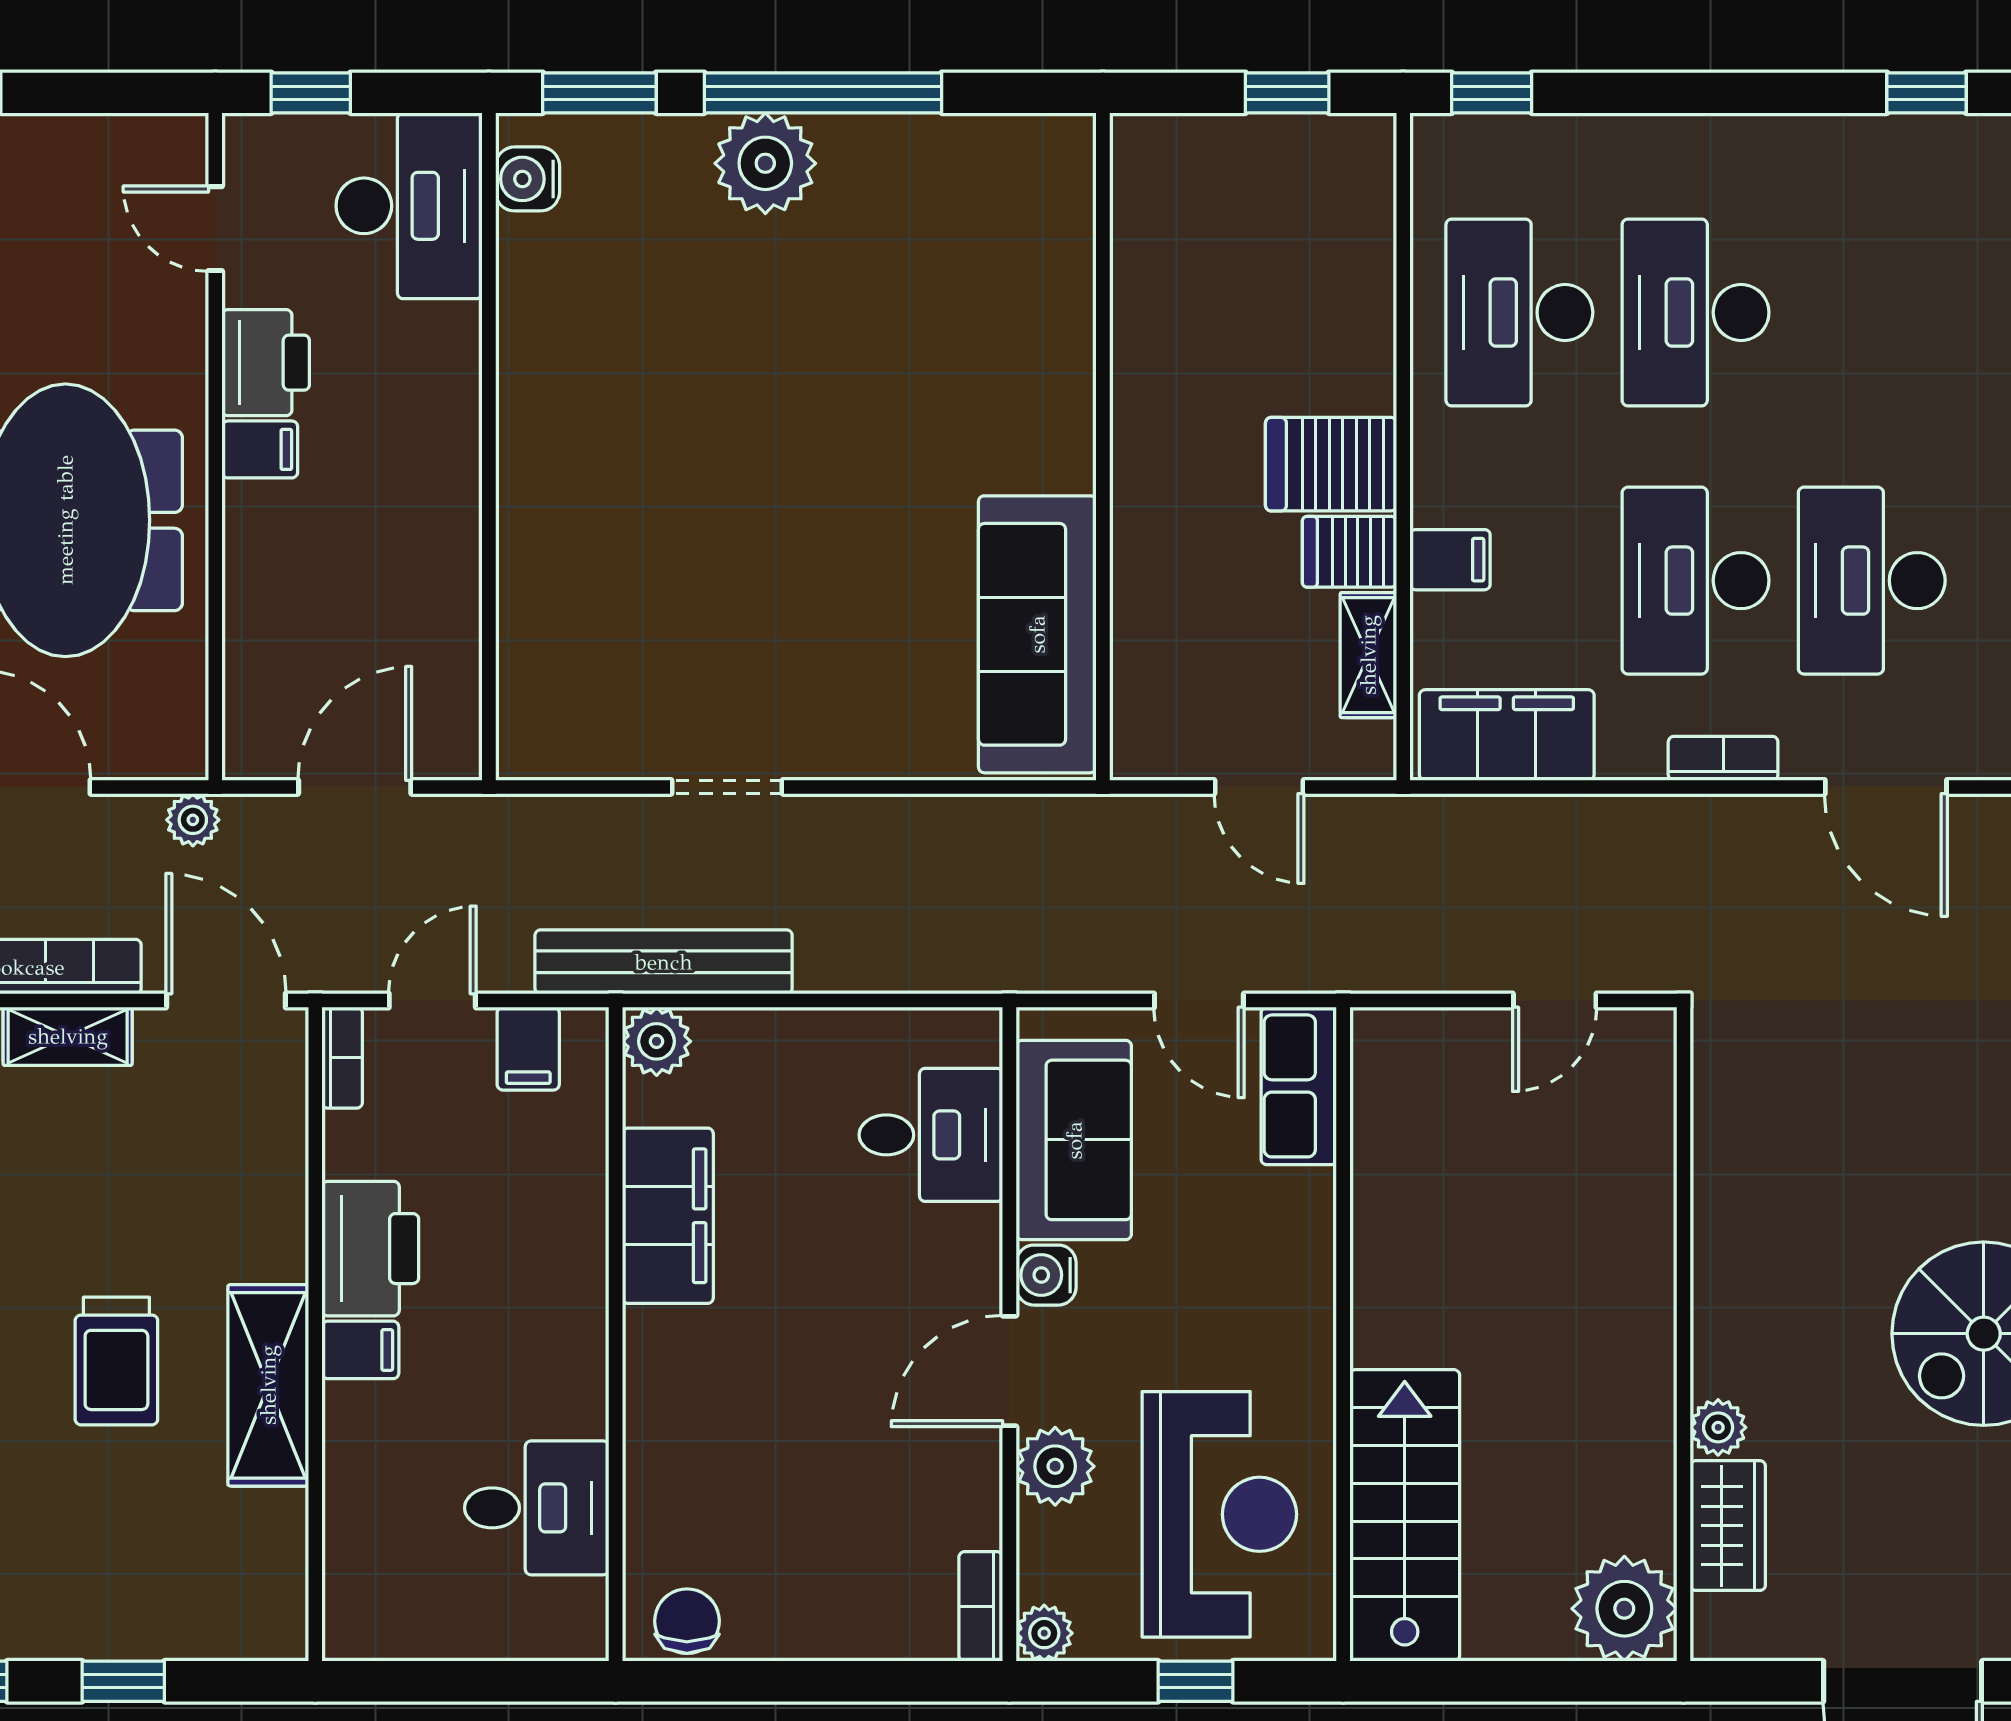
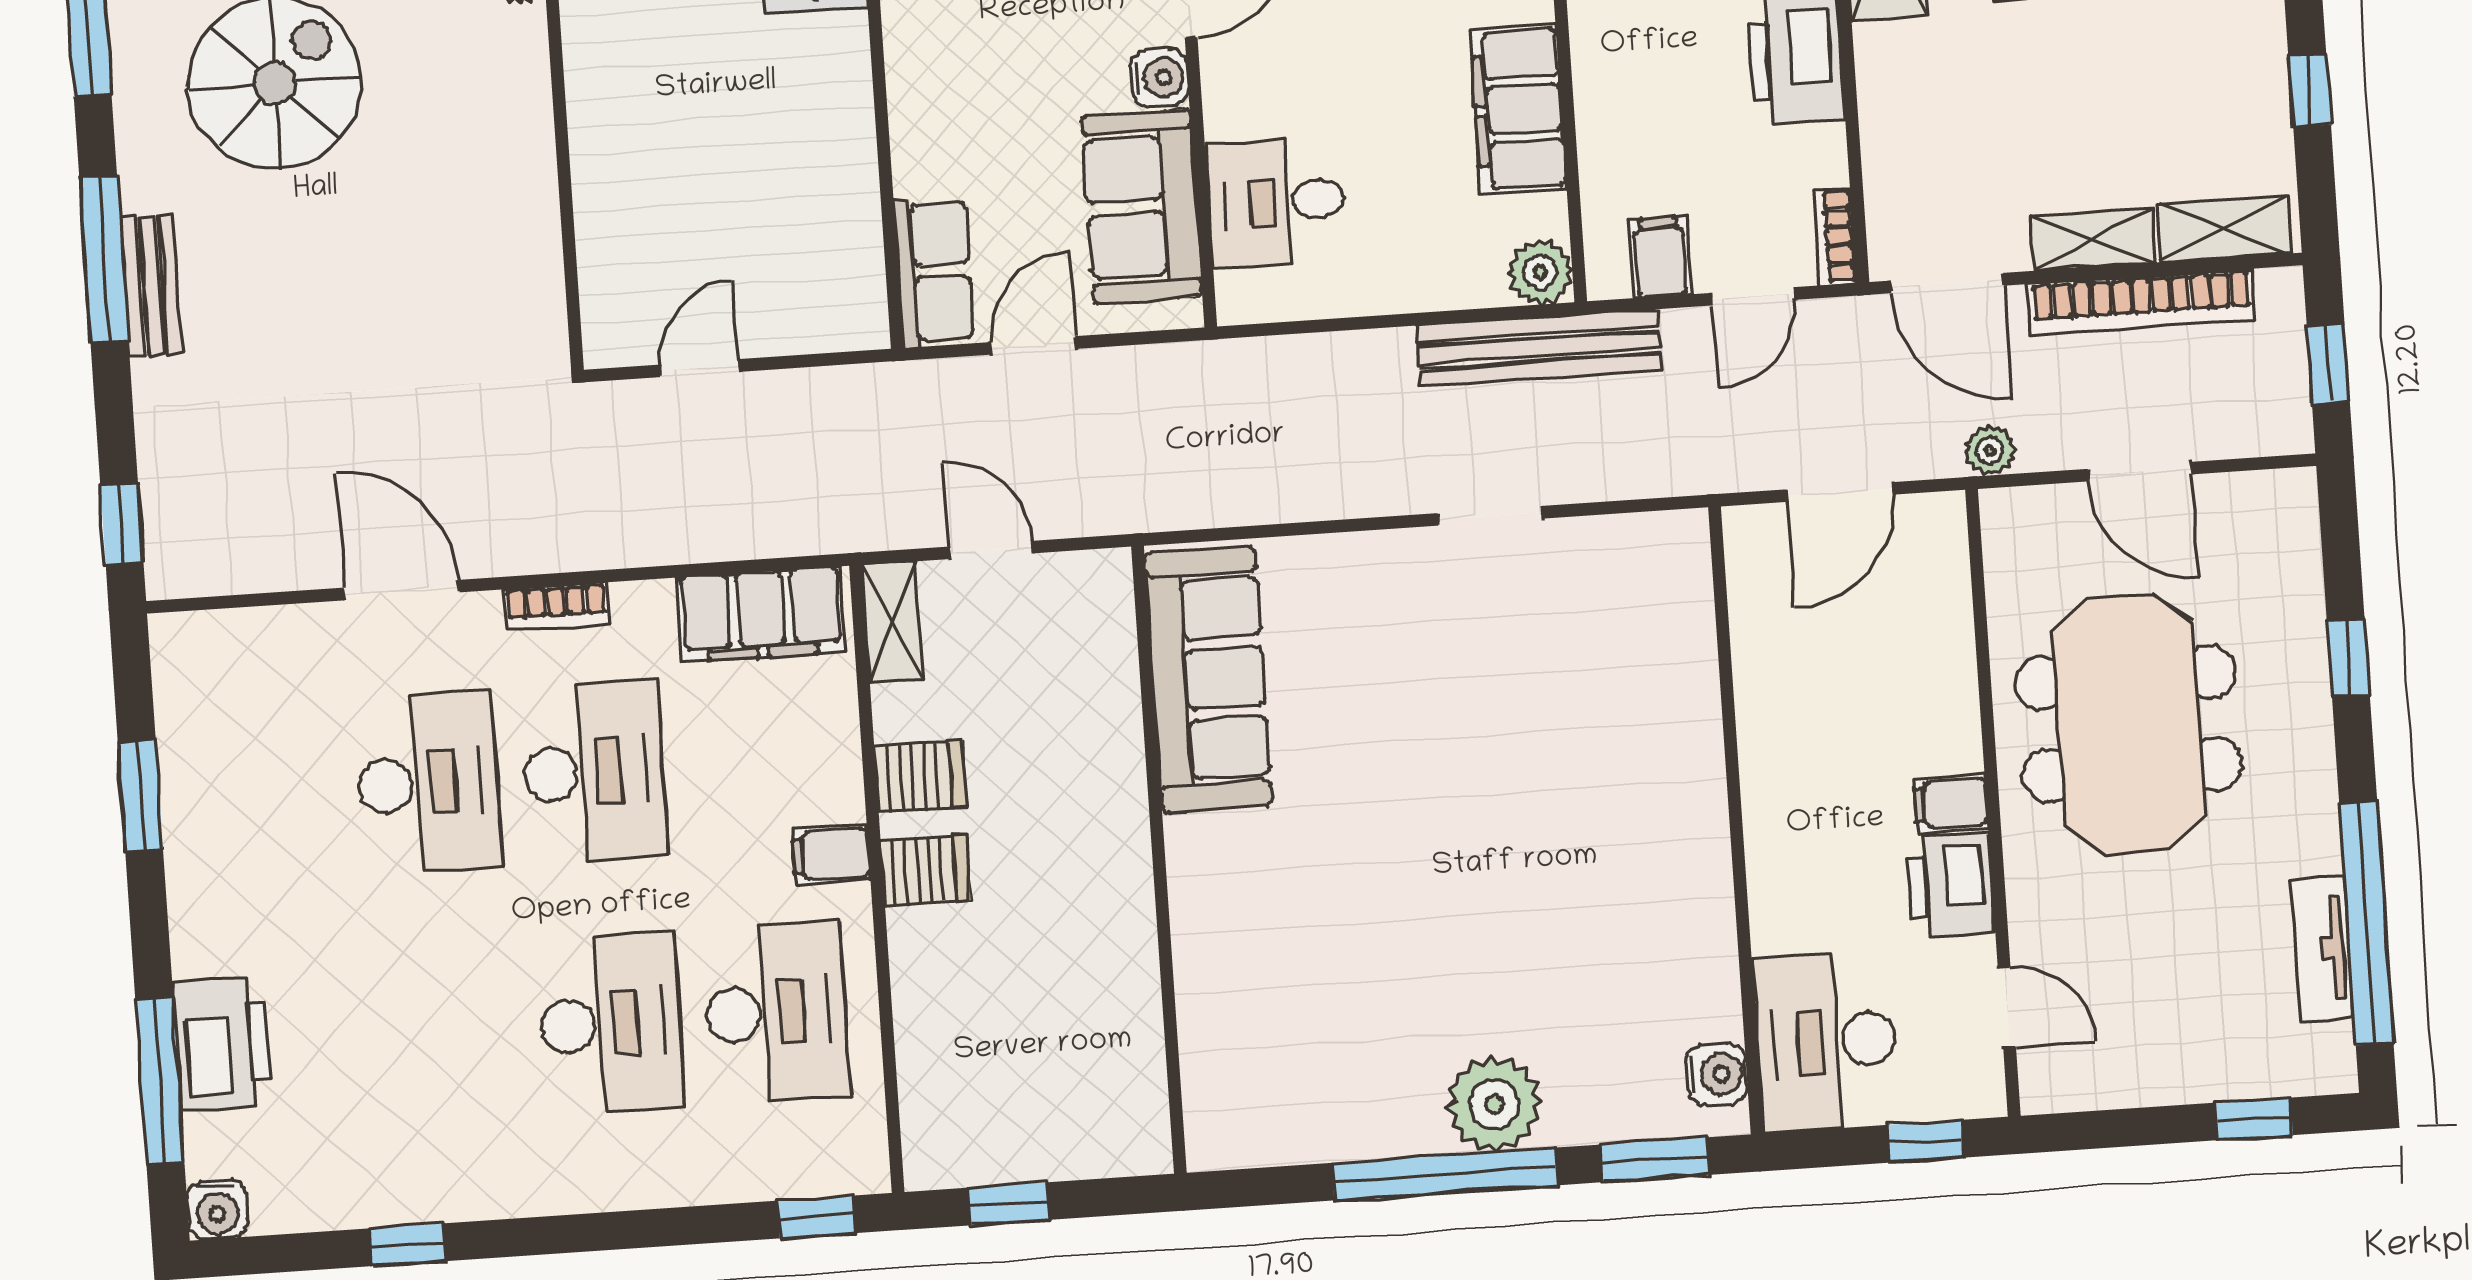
server rack: (1331, 464) -> (926, 871), width x0.73, depth x0.70
filing cabinet: (1450, 560) -> (831, 855), moved
shelving: (1368, 655) -> (892, 622), moved
door: (1199, 1001) -> (1033, 345), hinge flipped

